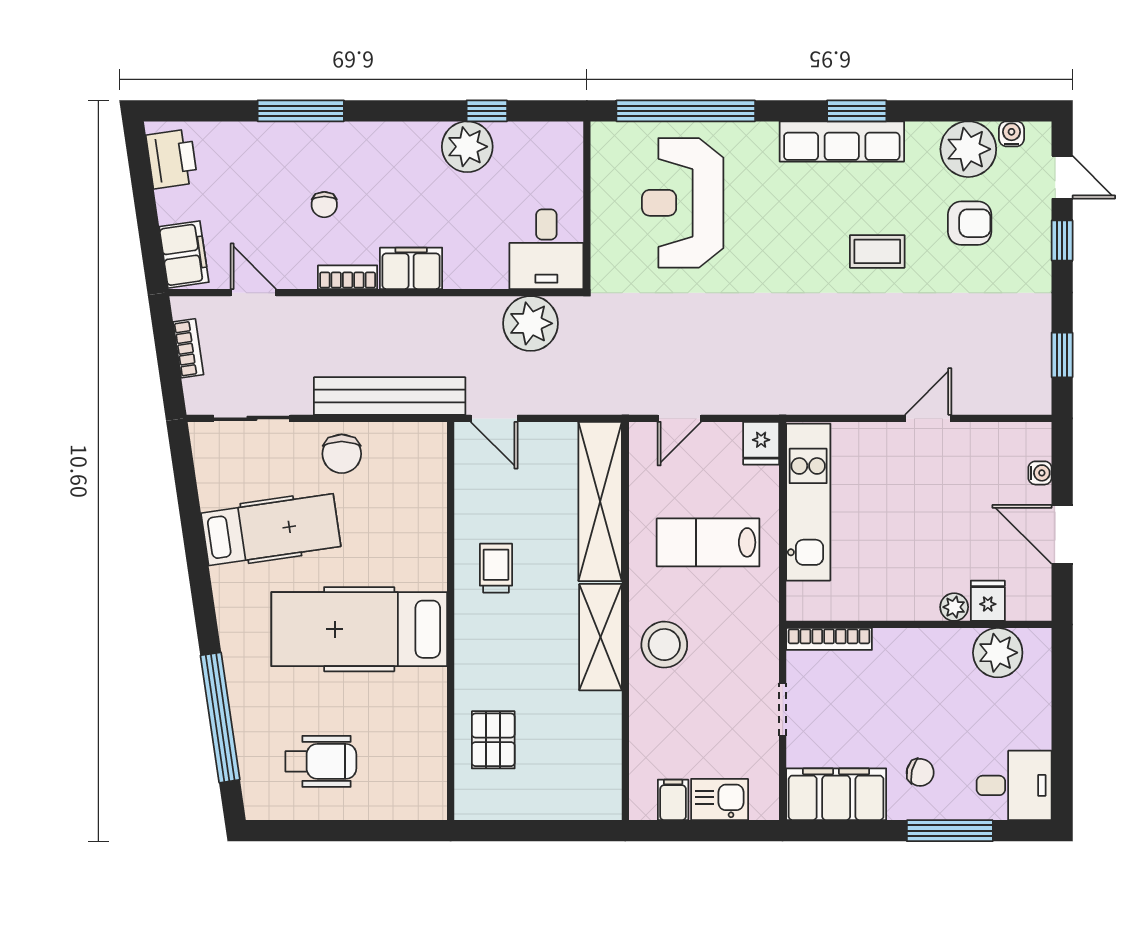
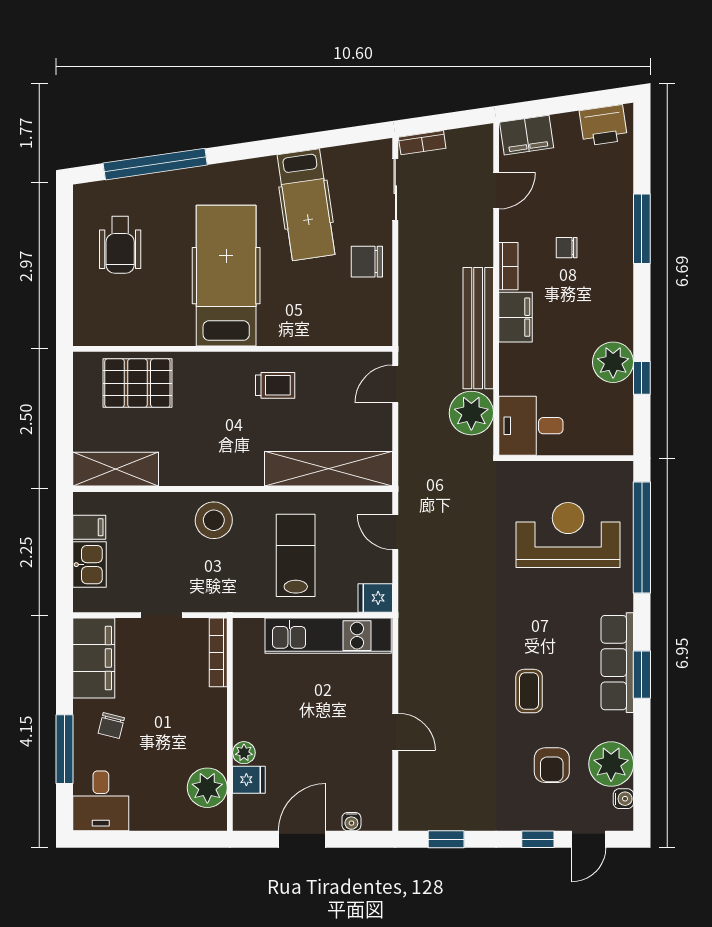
bookcase: (188, 348) -> (422, 143), moved
bench: (390, 396) -> (478, 328), moved
shelving: (600, 637) -> (116, 469), moved
pallet: (493, 740) -> (137, 383), width x1.50, depth x1.42

